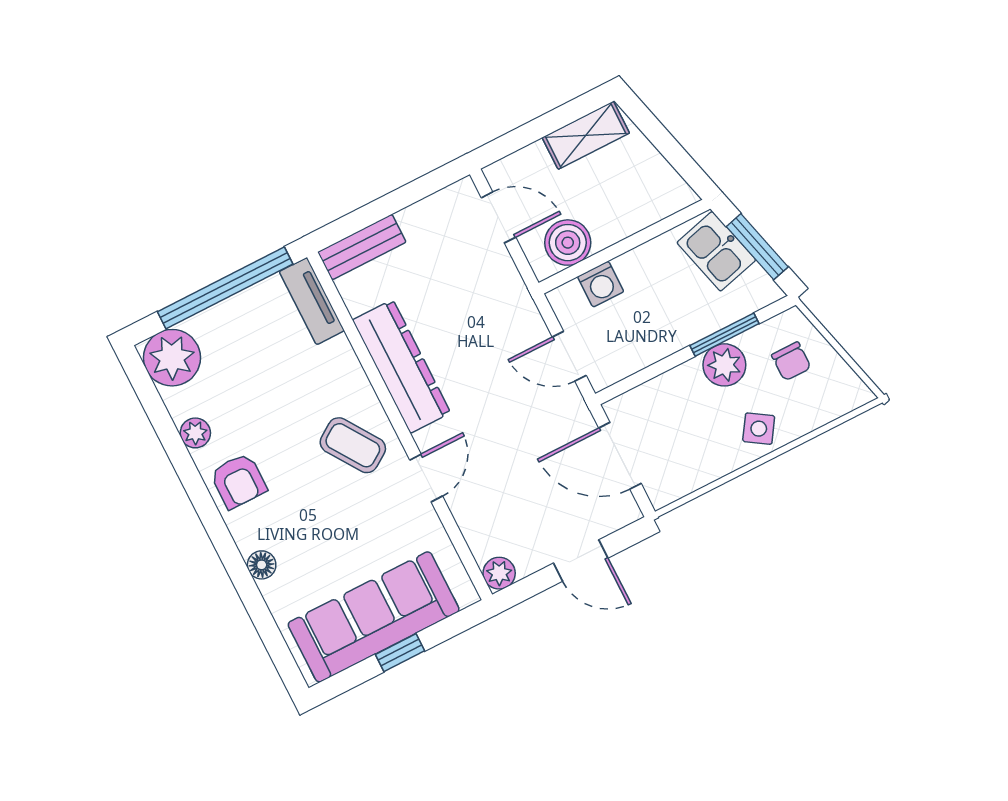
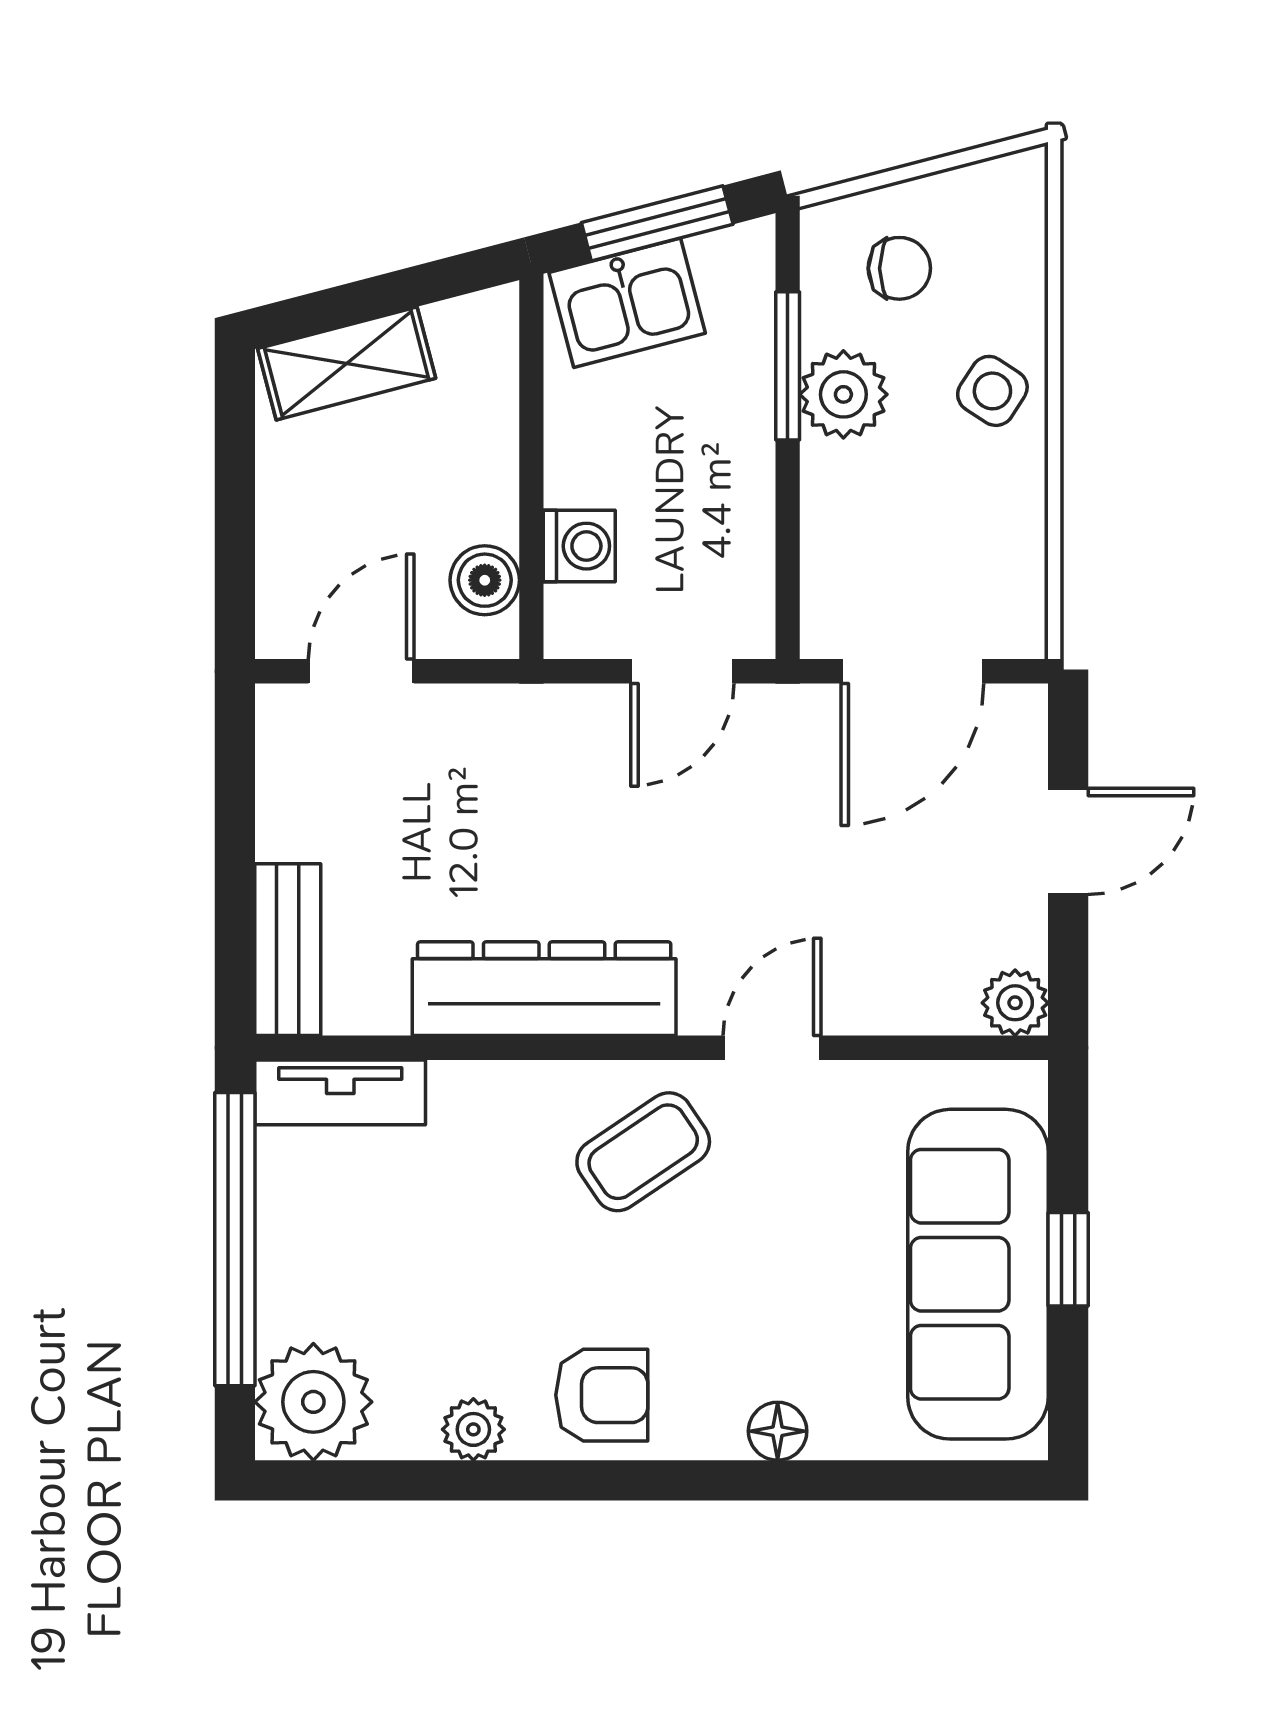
shelving: (586, 135) -> (347, 363), moved, turned 75
boiler: (568, 243) -> (485, 580), width x0.73, depth x0.73
door: (426, 478) -> (772, 1048), hinge flipped

